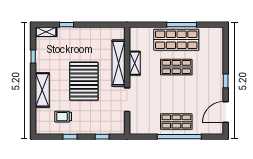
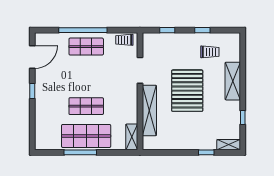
shelving: (135, 63) -> (132, 137), moved
trolley: (141, 128) -> (124, 40), added

